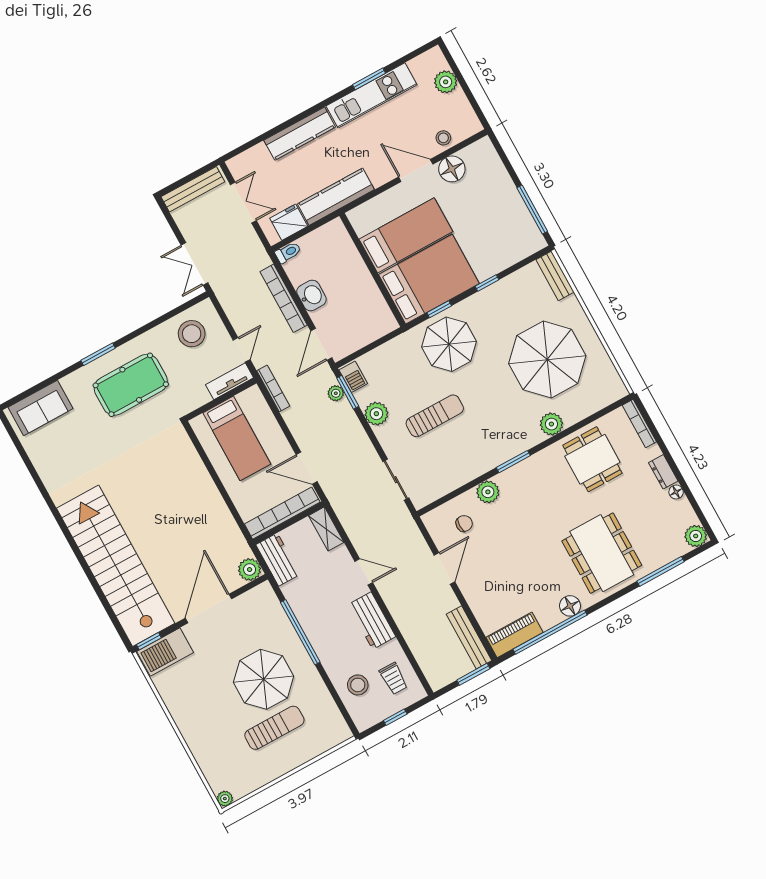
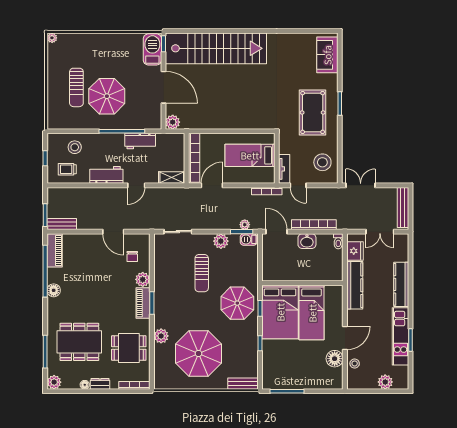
piano: (520, 474) -> (143, 303), added
dining table: (602, 553) -> (79, 342), moved
workbench: (278, 560) -> (140, 141), moved
bench: (469, 637) -> (62, 224), width x0.73

